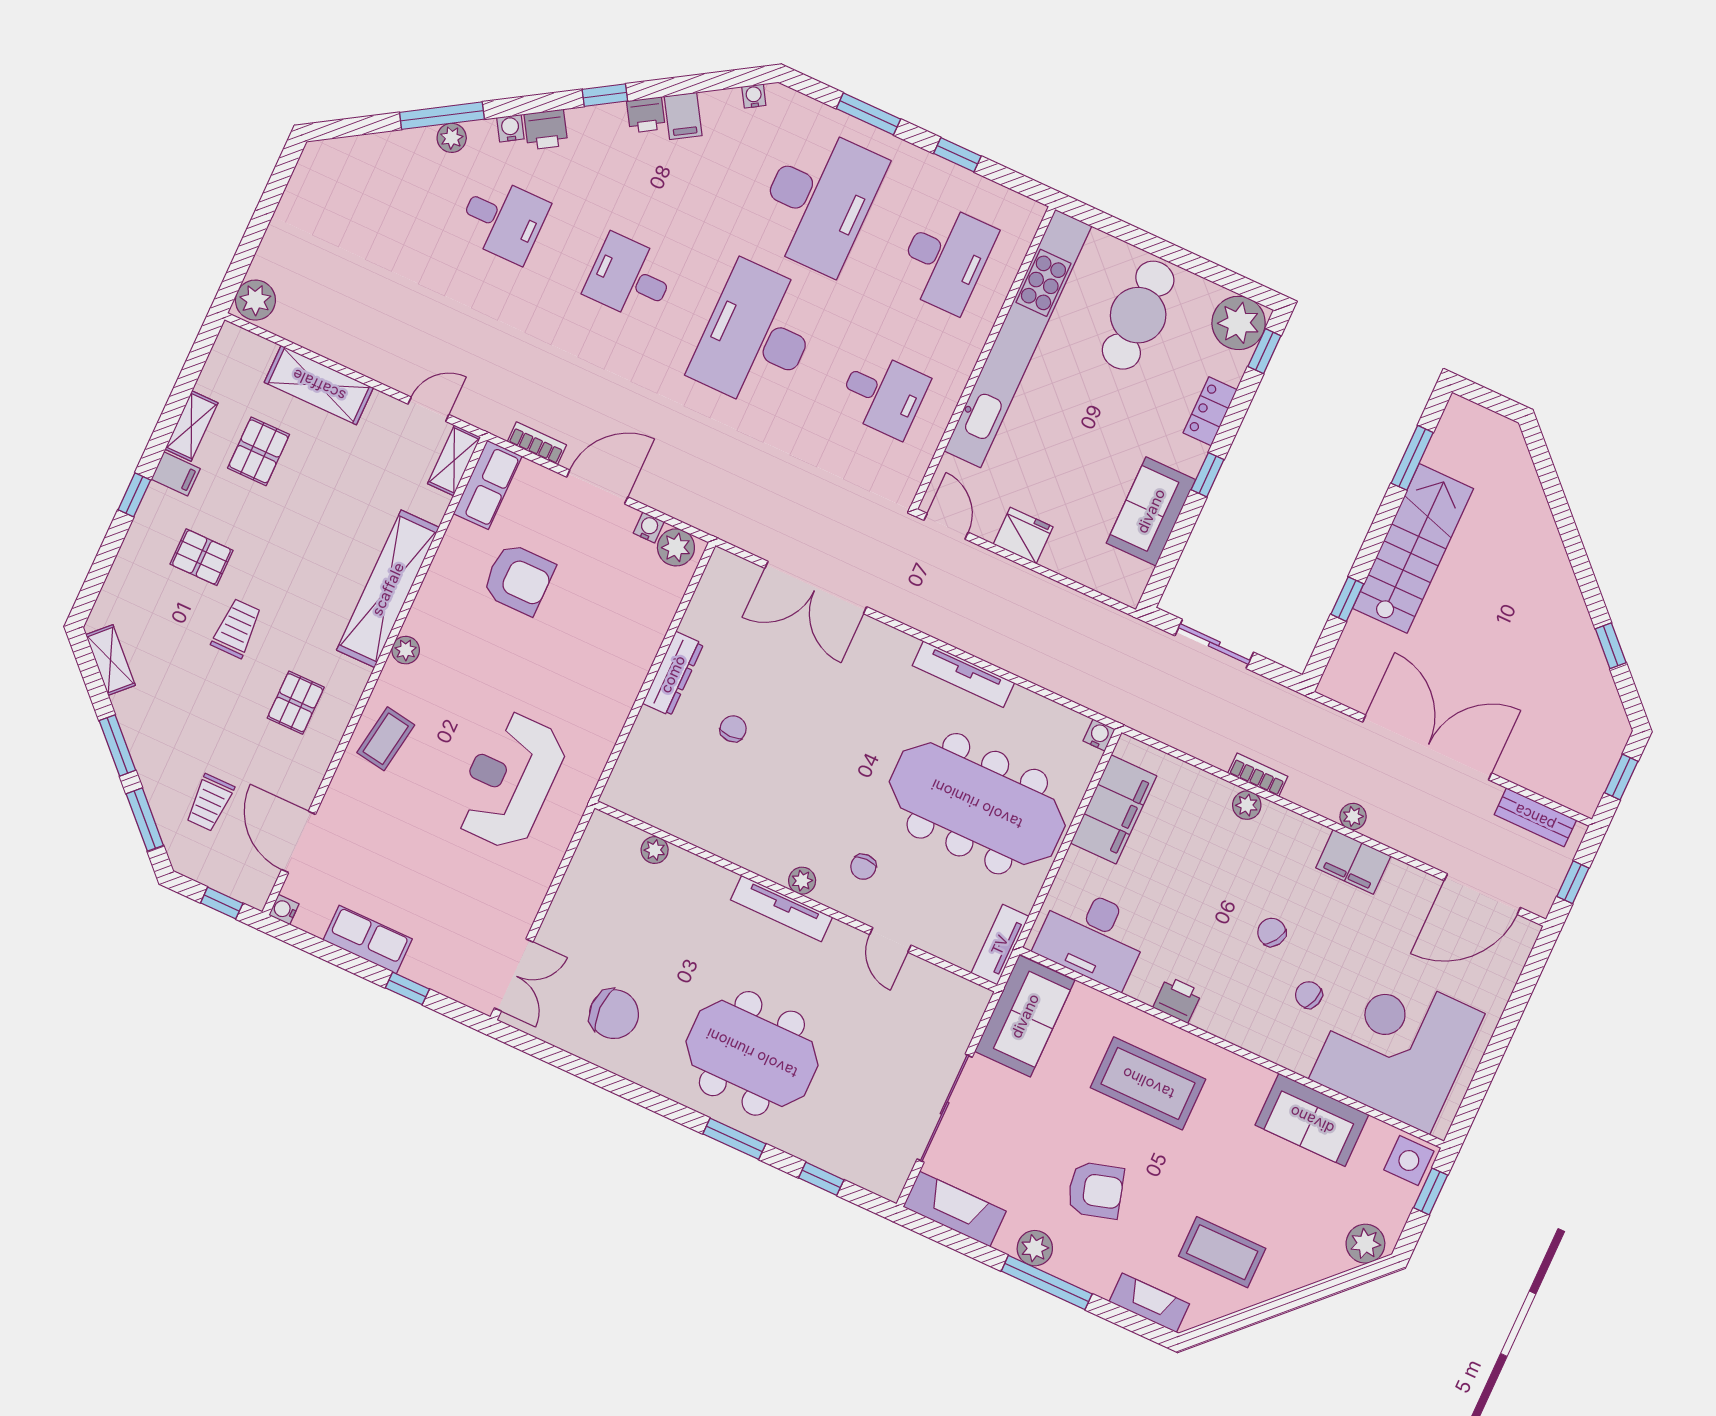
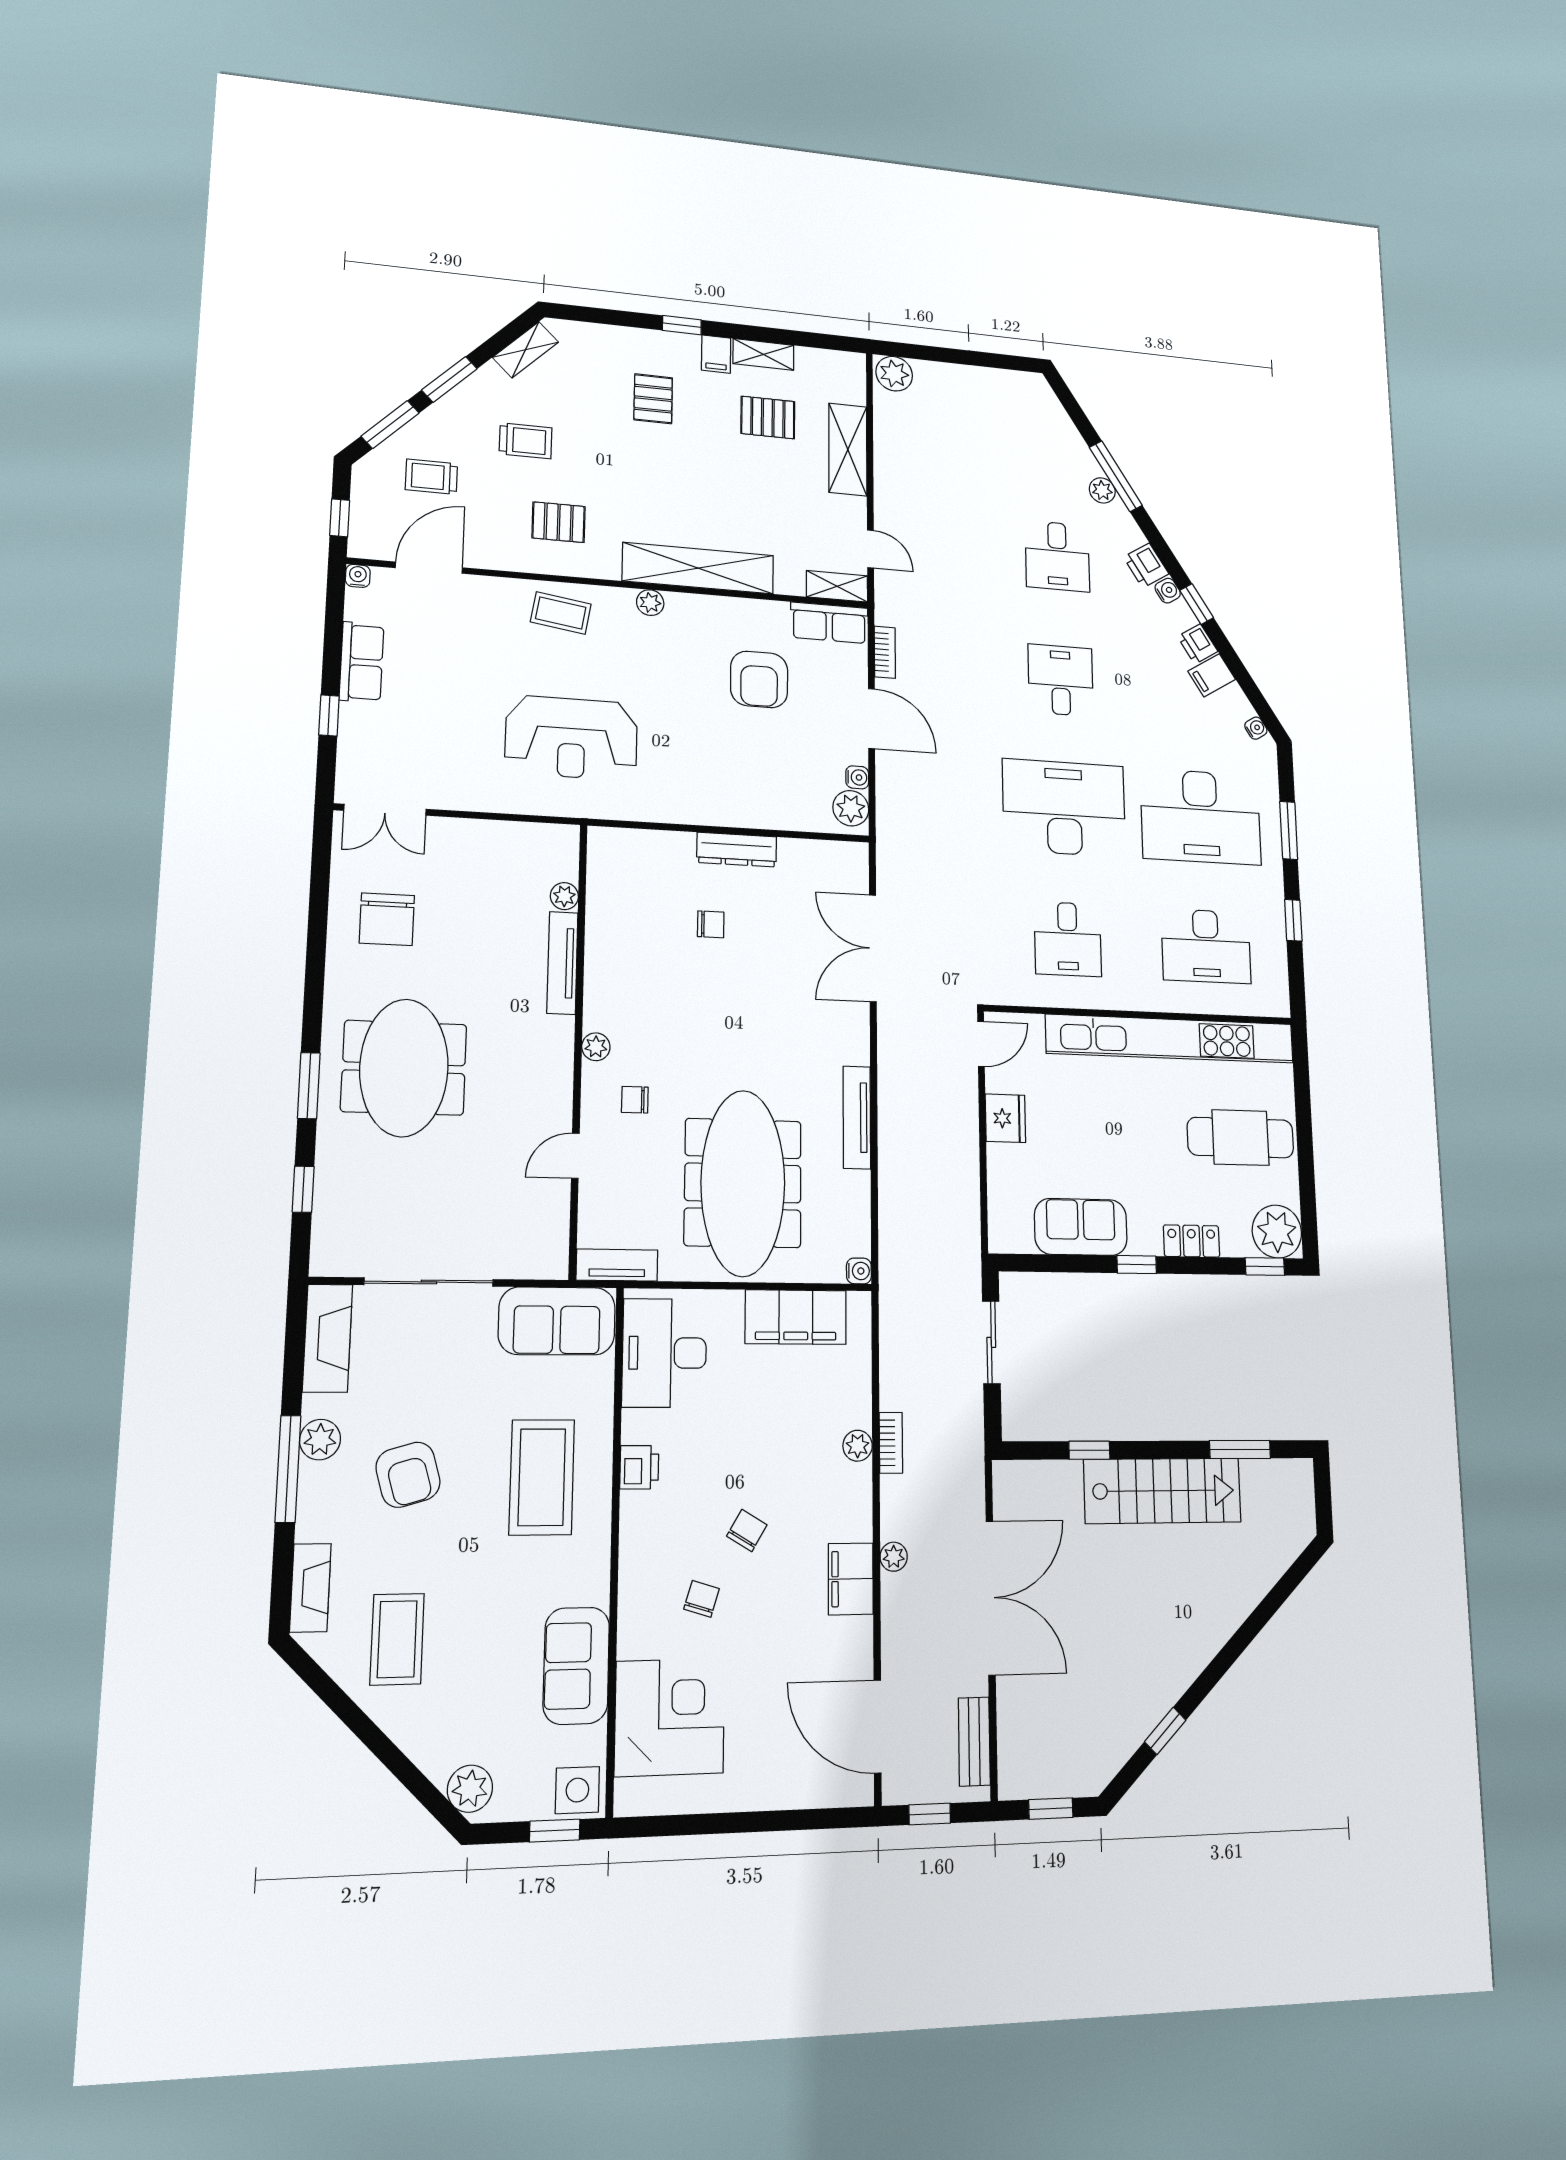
water cooler: (510, 128) -> (1168, 591), moved
trolley: (237, 628) -> (526, 441), moved
reception desk: (509, 780) -> (571, 738), turned 180
tv unit: (781, 909) -> (562, 963), moved
corner desk: (1397, 1046) -> (670, 1717), width x0.74, depth x0.74

